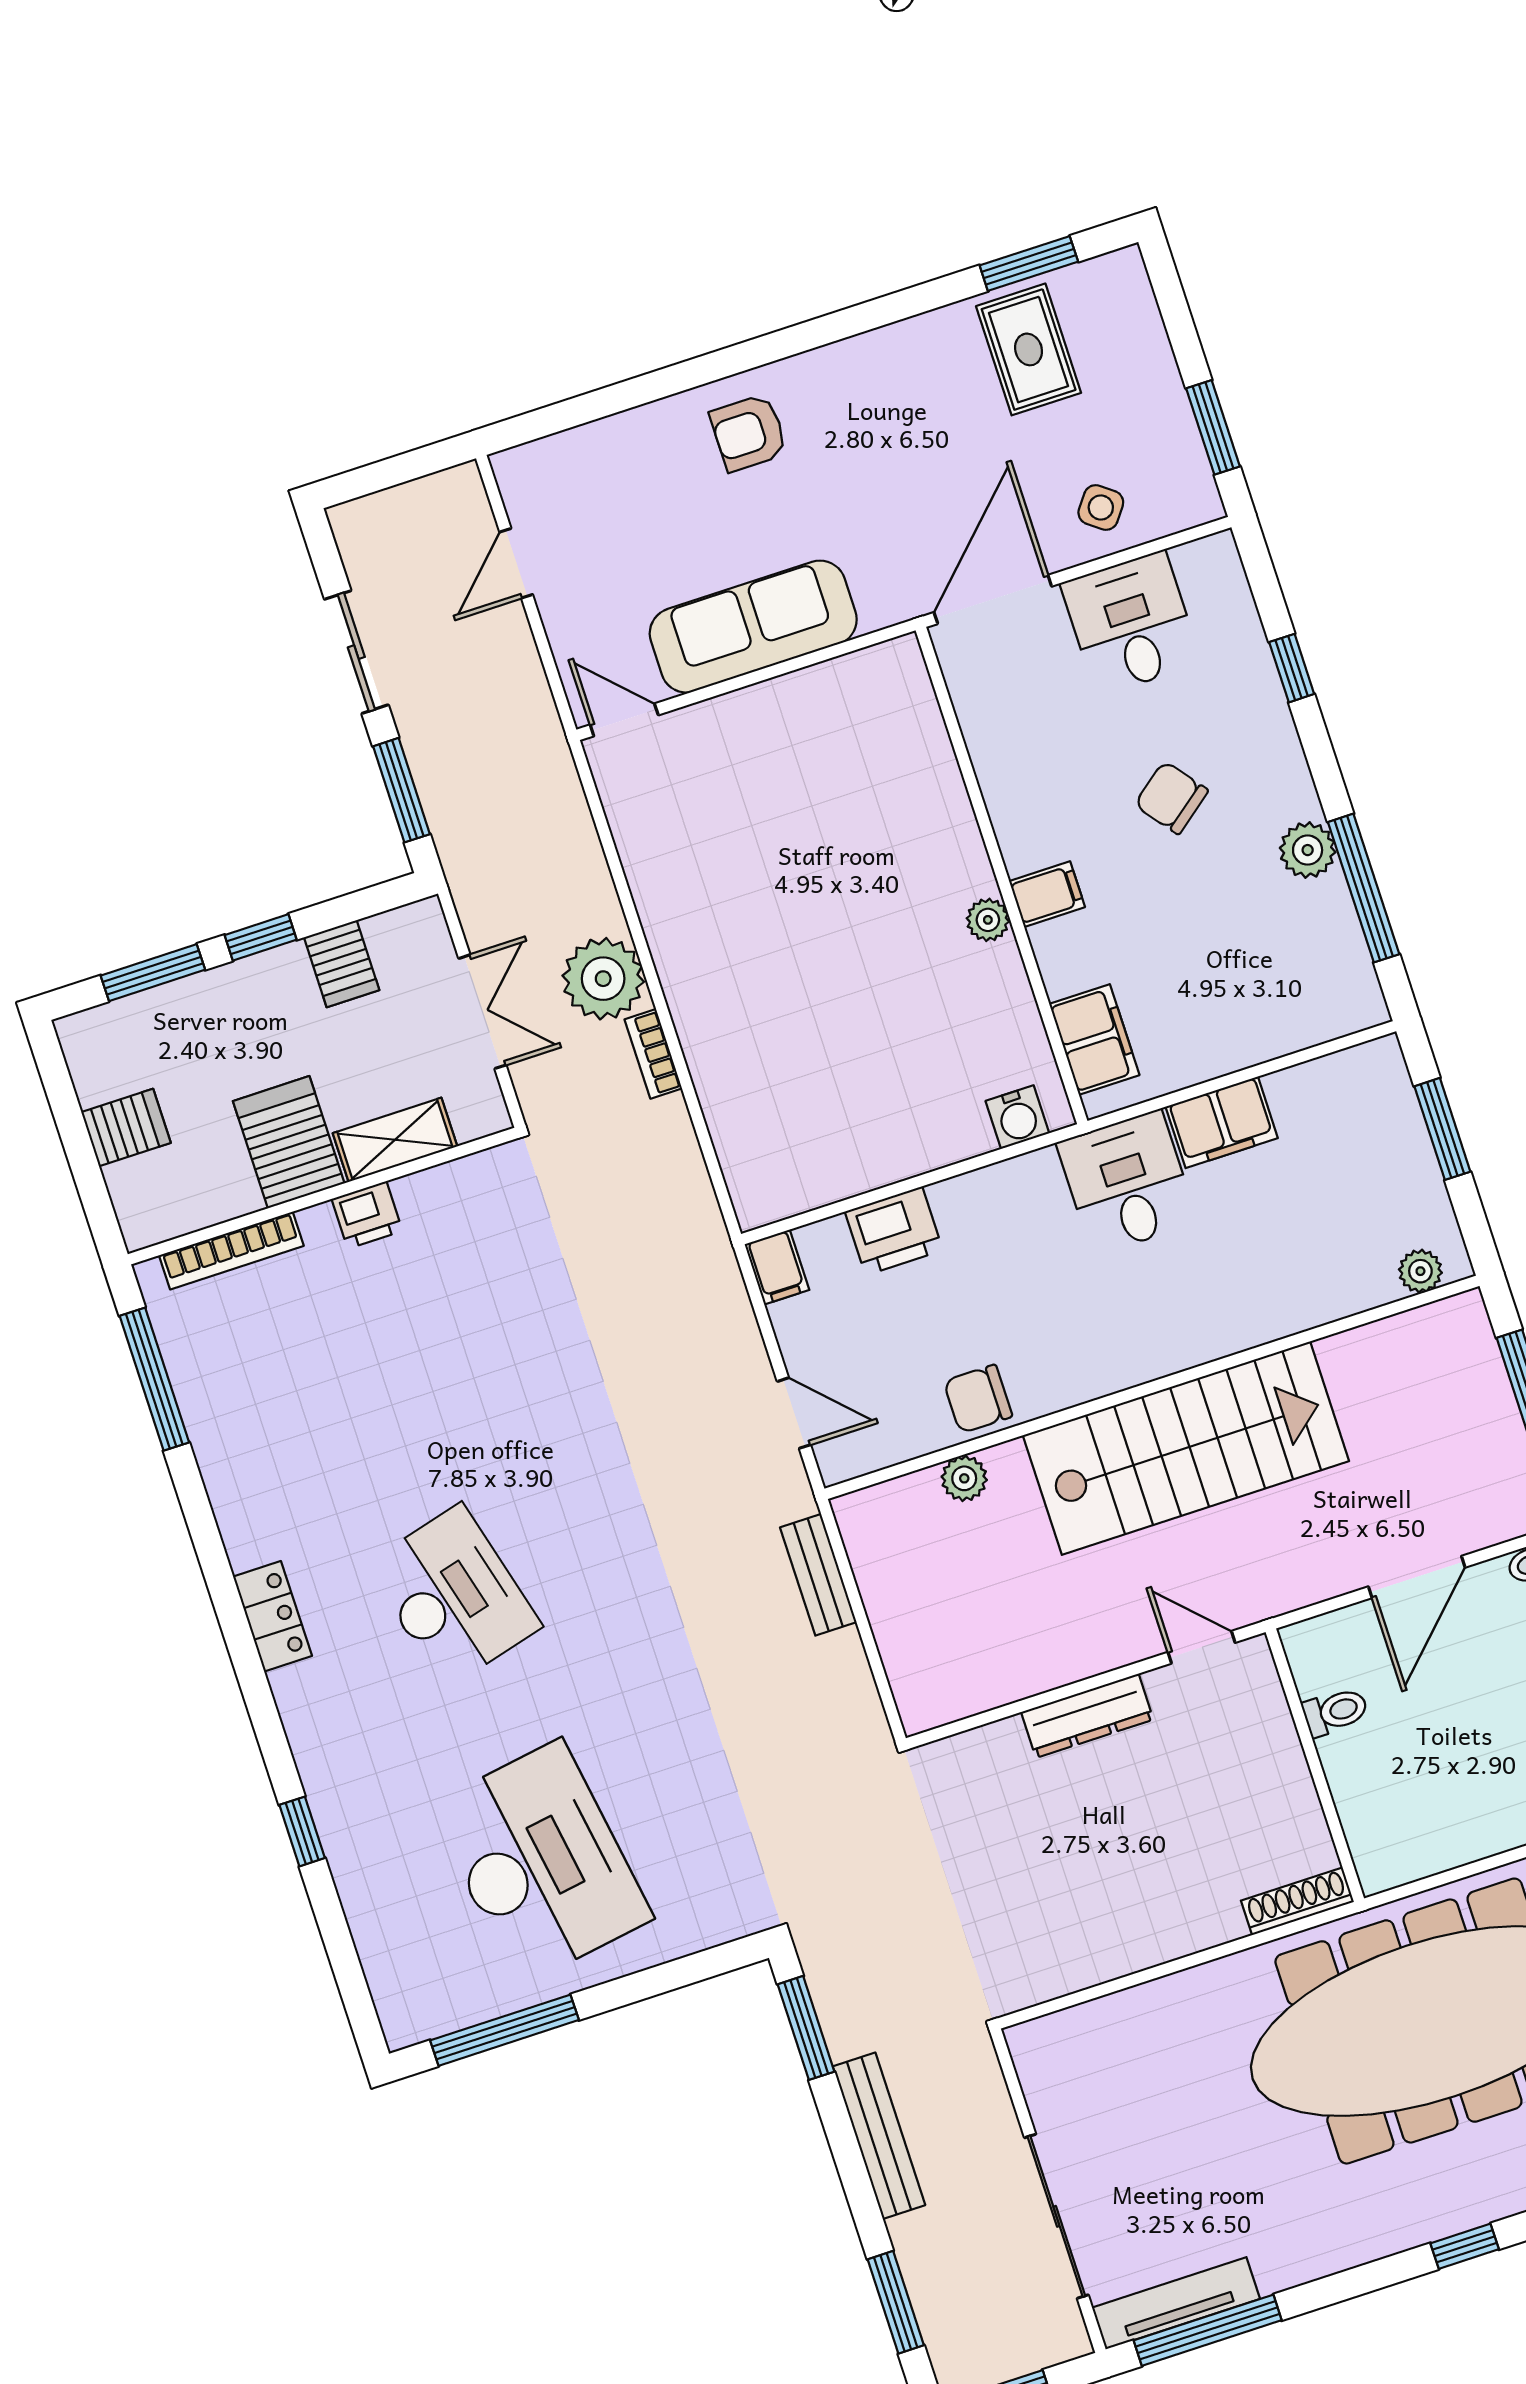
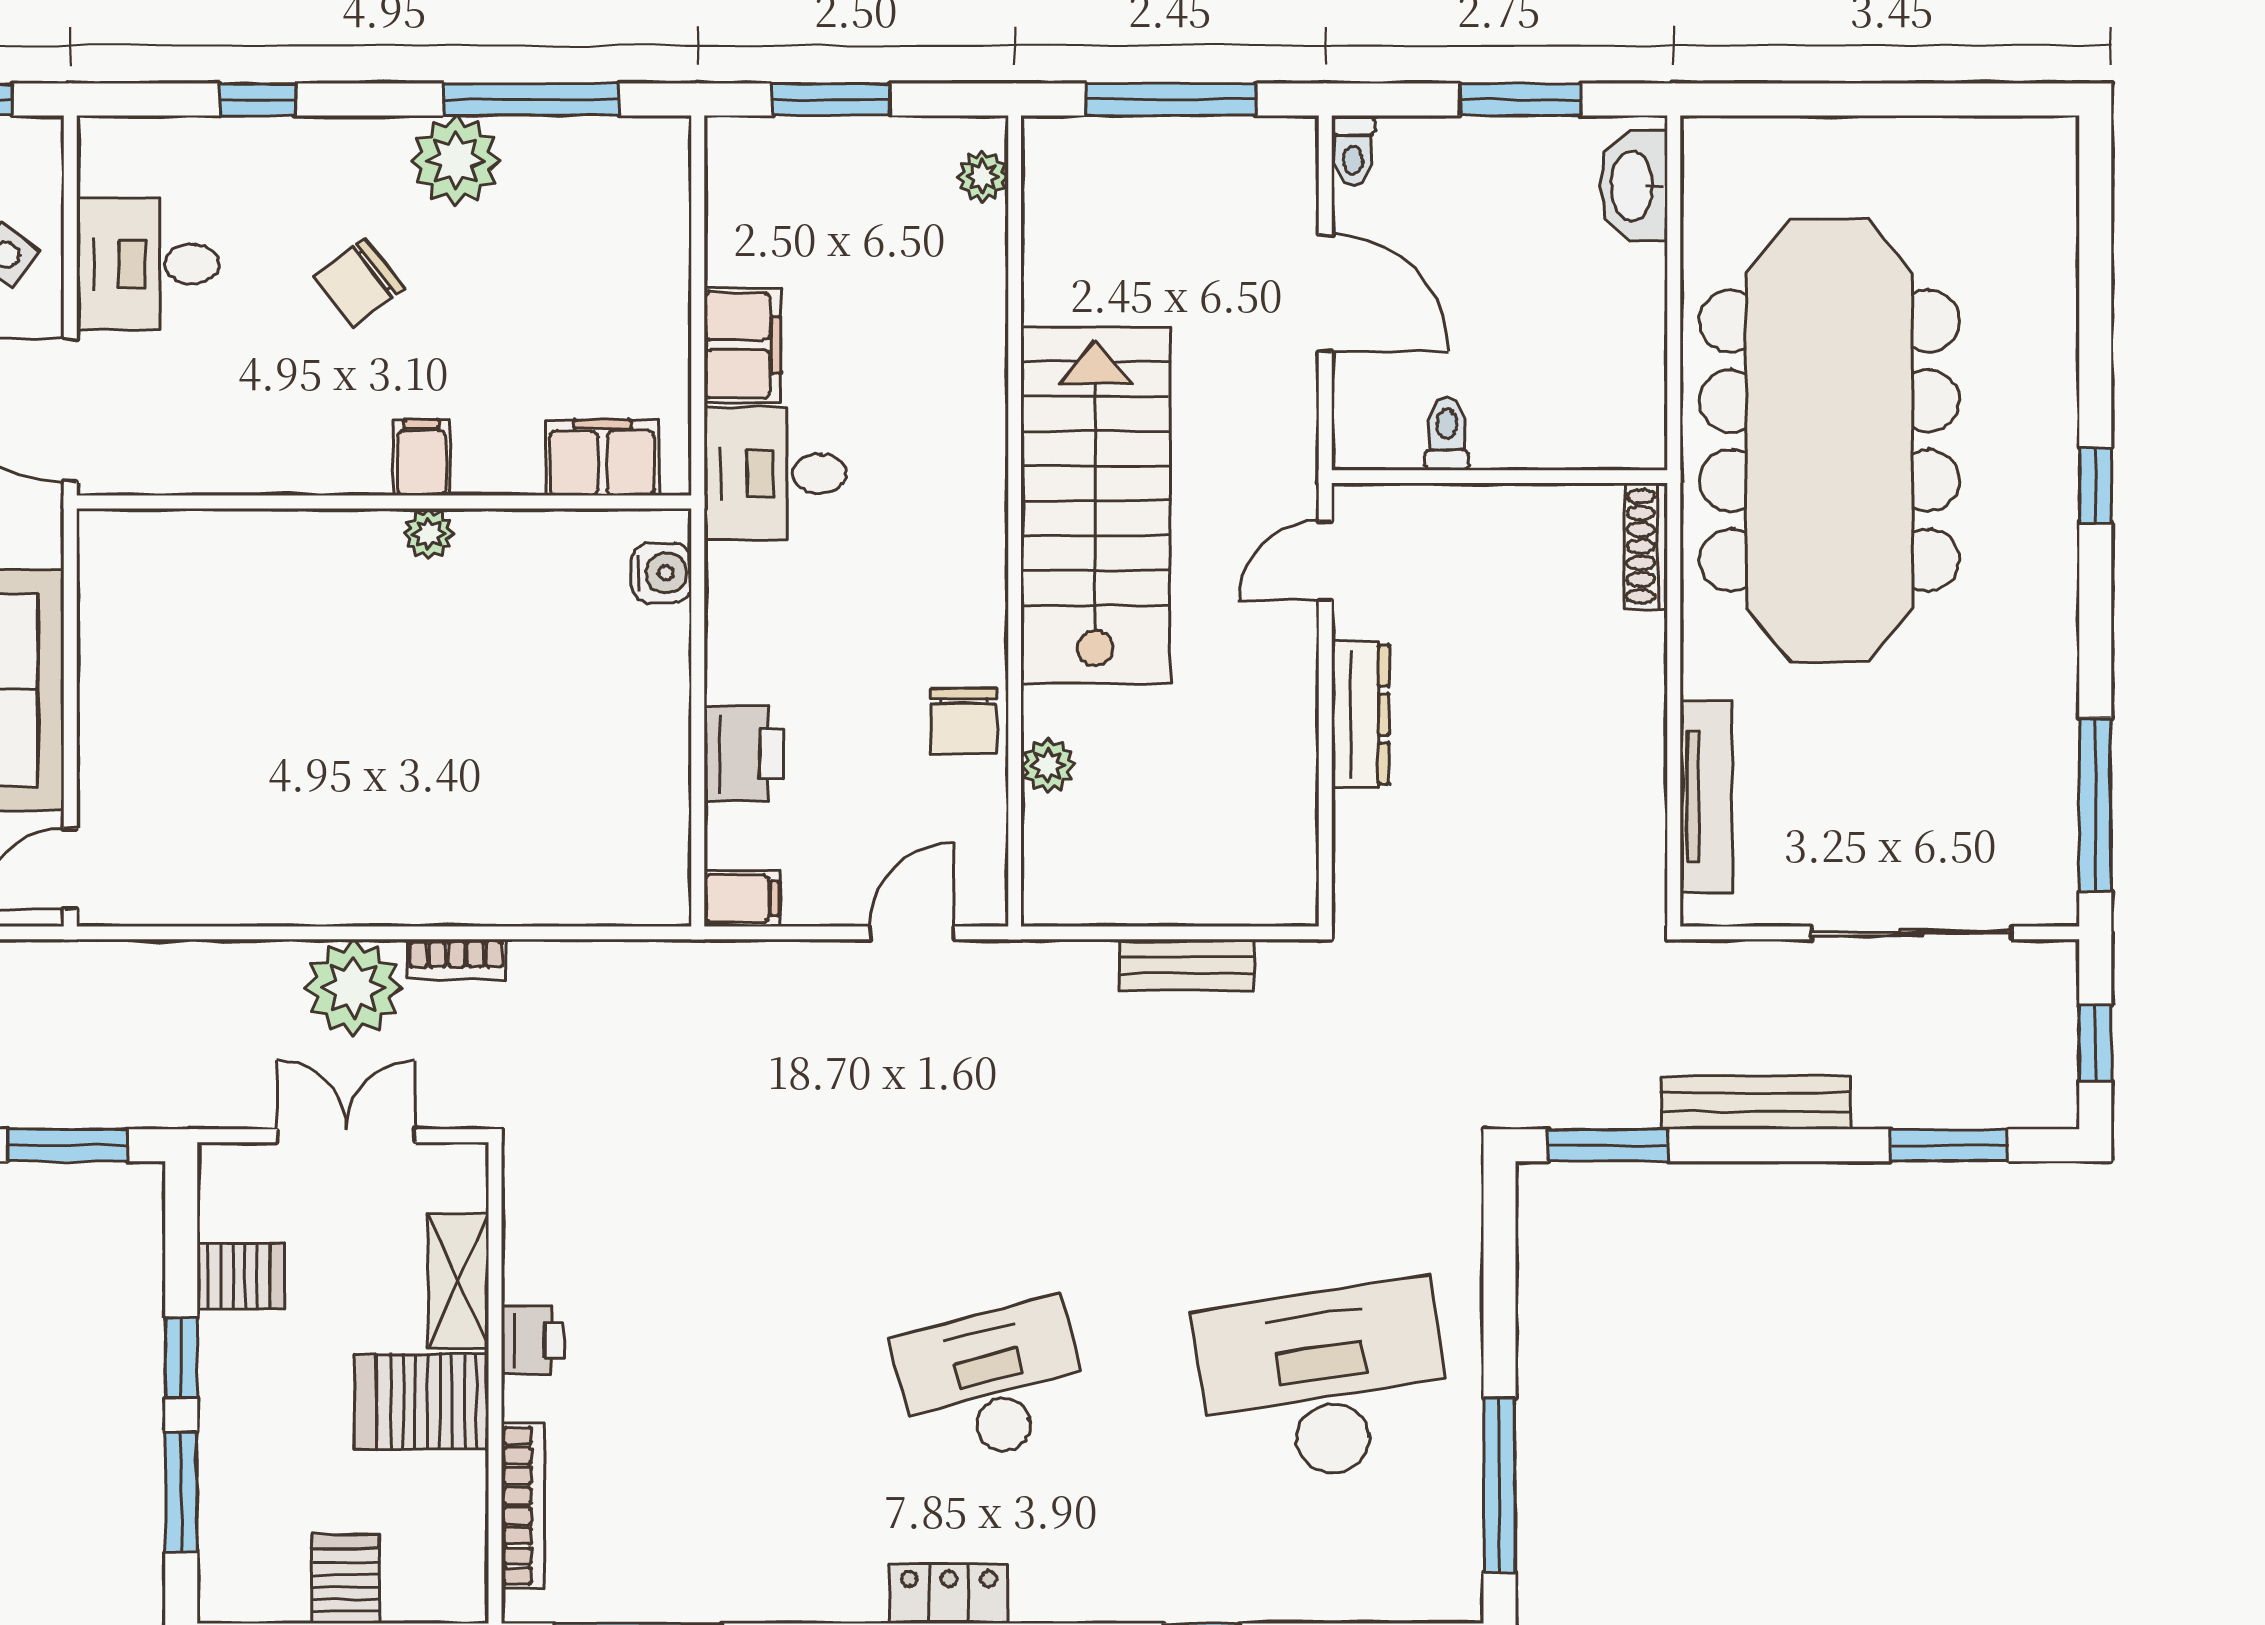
plant: (1308, 850) -> (456, 161), width x1.36, depth x1.36
bench: (818, 1575) -> (1186, 965), moved
tv unit: (1176, 2303) -> (1706, 796), moved, turned 180

